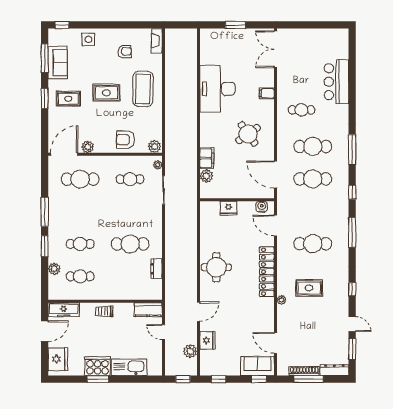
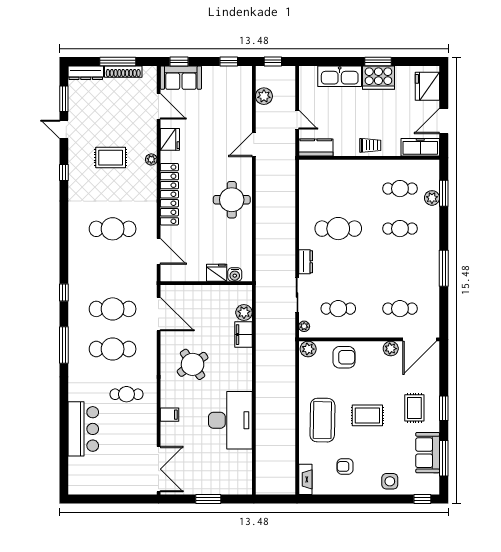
rug: (68, 99) -> (414, 408), turned 90
cafe table: (80, 179) -> (400, 309), width x0.73, depth x0.74
water cooler: (262, 207) -> (235, 275), moved
window: (352, 232) -> (64, 243), removed
window: (45, 246) -> (444, 193), moved
dresser: (156, 269) -> (306, 262), moved
rug: (309, 288) -> (111, 158), moved
fridge: (208, 340) -> (170, 139), moved, turned 180

